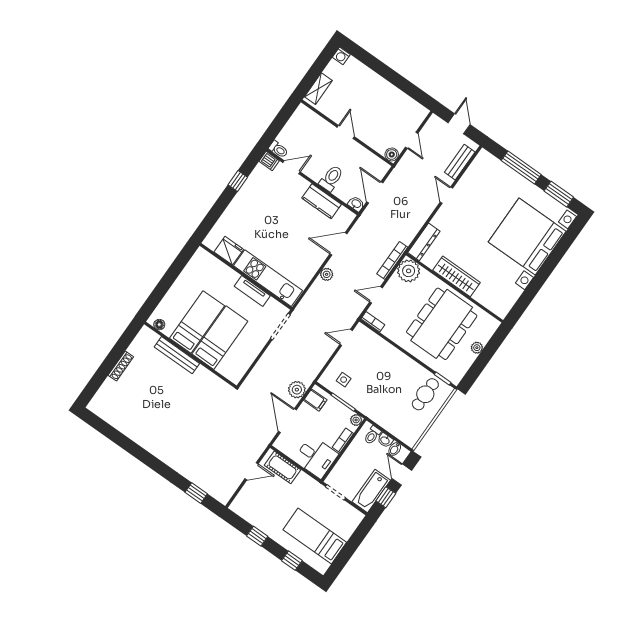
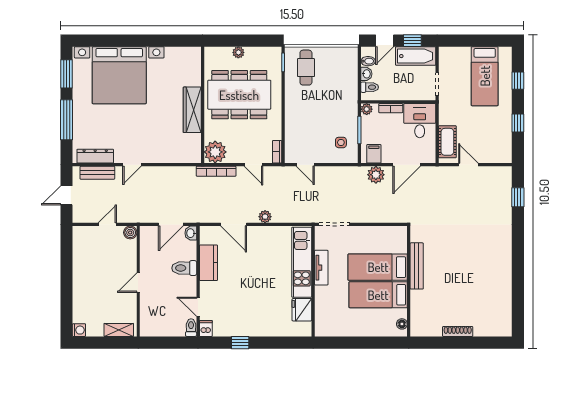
dresser: (424, 242) -> (95, 156), moved
bench: (177, 355) -> (417, 266), moved
cafe table: (425, 394) -> (306, 68), turned 90

